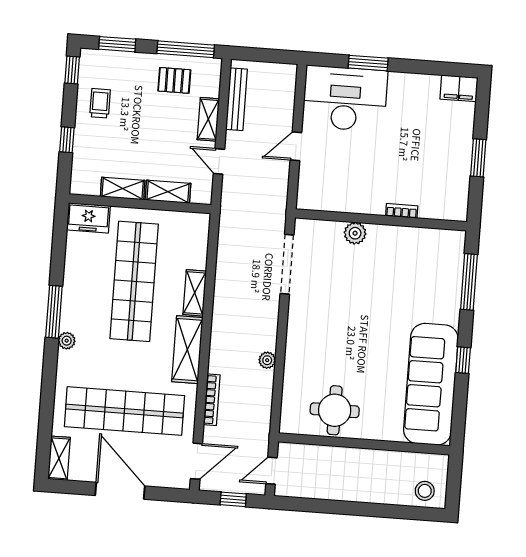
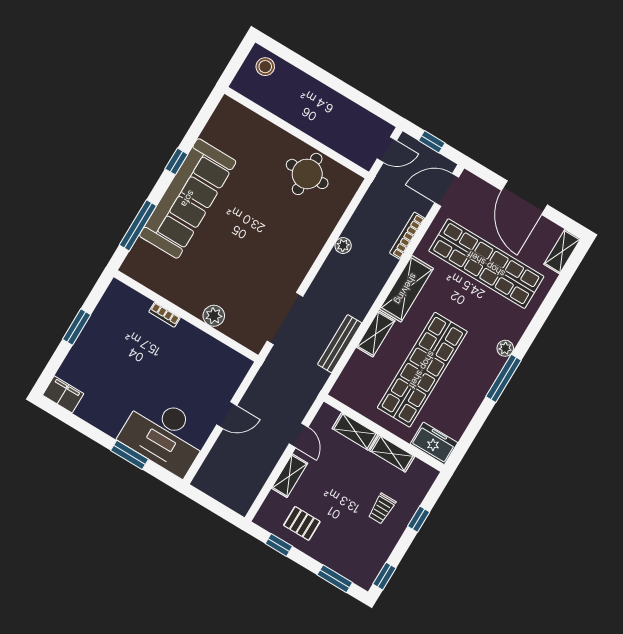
window: (186, 49) -> (279, 545), width x0.46
bench: (237, 99) -> (340, 344), moved
trolley: (100, 103) -> (382, 509), moved
sofa: (431, 384) -> (188, 199), moved

